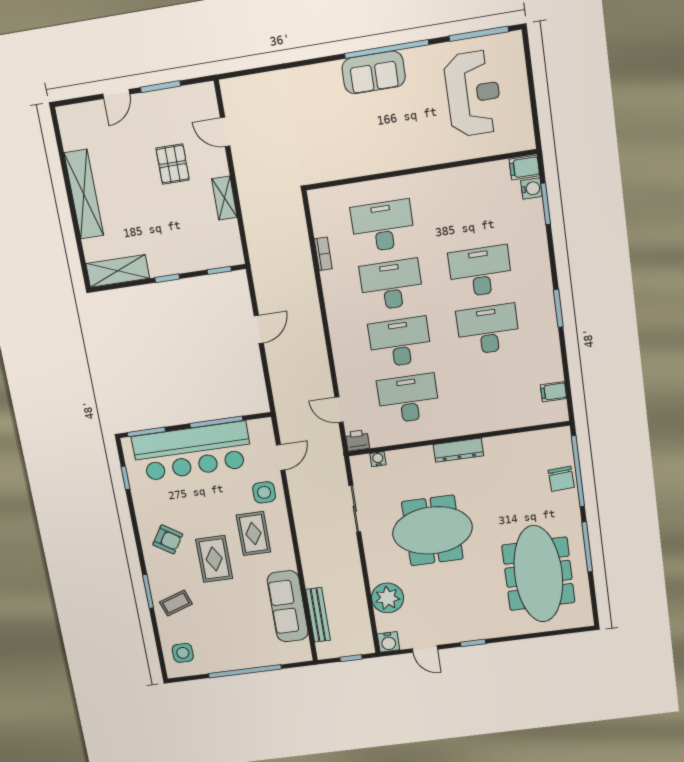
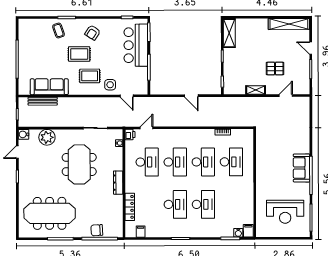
shelving: (84, 194) -> (289, 24), moved
locker: (505, 420) -> (130, 207), added
bar counter: (192, 451) -> (136, 45), width x0.73
side table: (183, 653) -> (31, 29), removed

